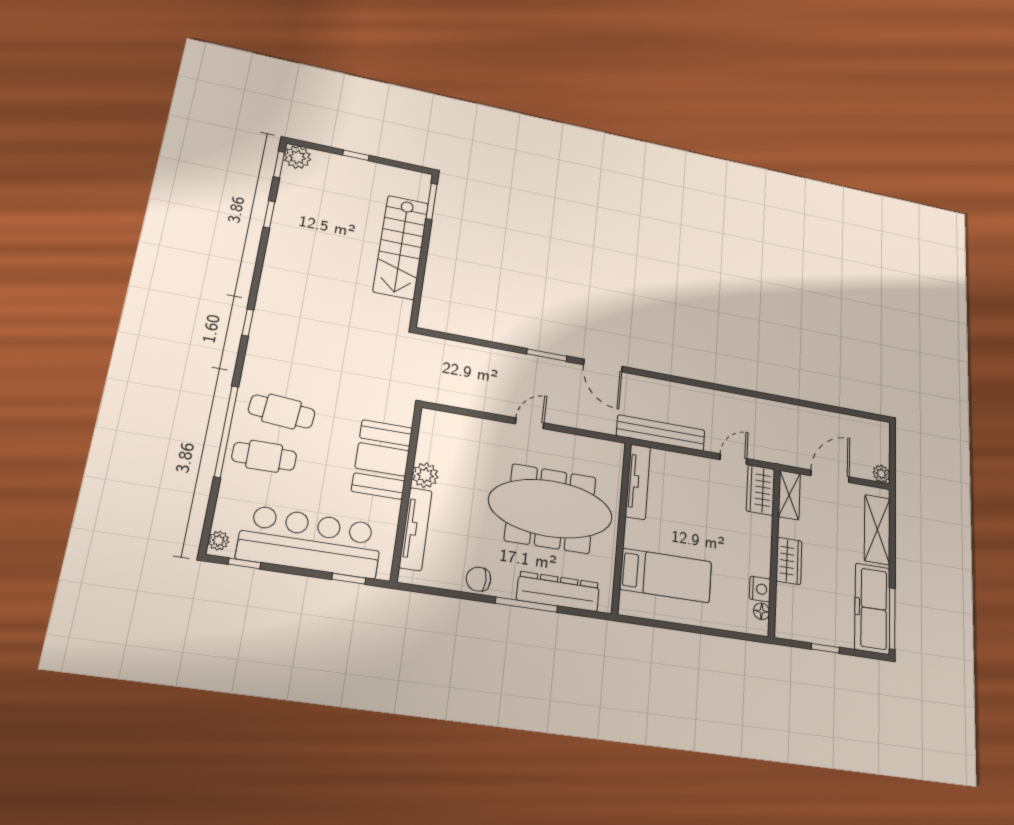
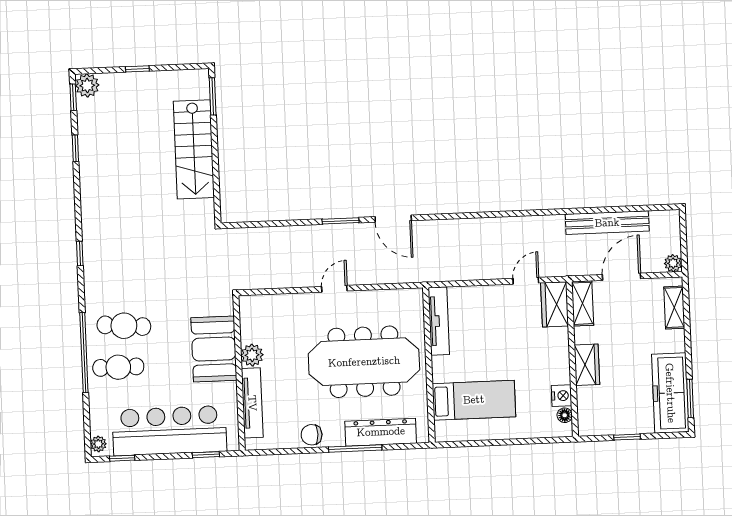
bench: (661, 433) -> (607, 223), moved
shelving: (877, 530) -> (674, 308), width x0.67, depth x0.75
window: (892, 618) -> (690, 398), width x0.69

